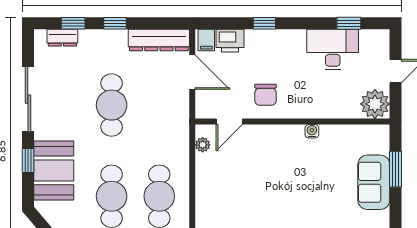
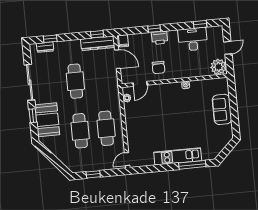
window: (115, 23) -> (97, 34), moved
printer: (230, 41) -> (160, 38), moved
window: (395, 169) -> (233, 101), removed

